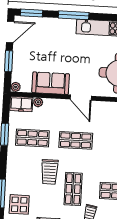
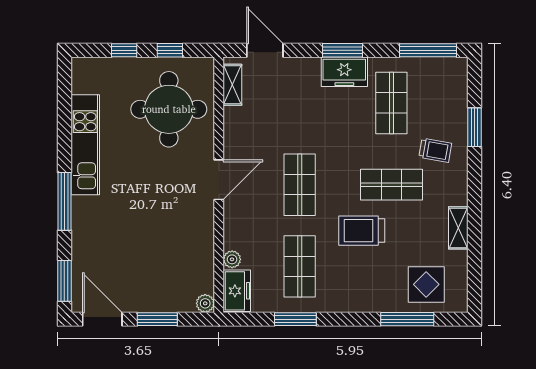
sofa: (51, 83) -> (195, 238), removed
trolley: (50, 172) -> (362, 231), turned 180

